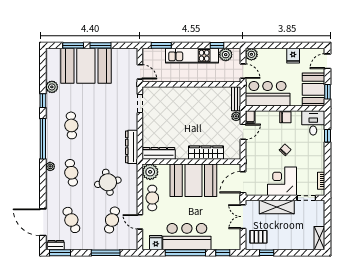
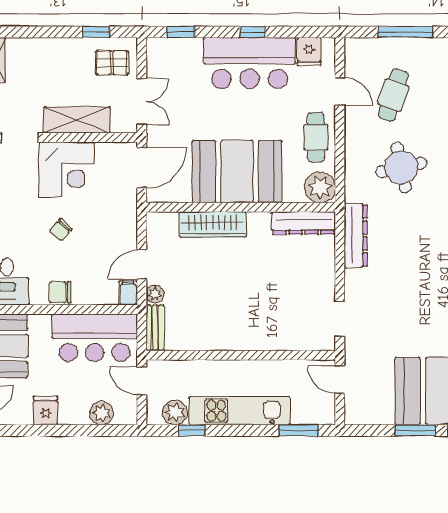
plant: (251, 54) -> (101, 413), moved
window: (185, 253) -> (253, 32), width x0.32

